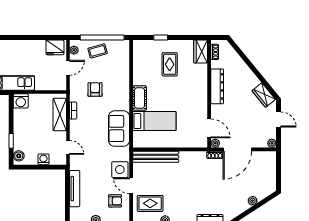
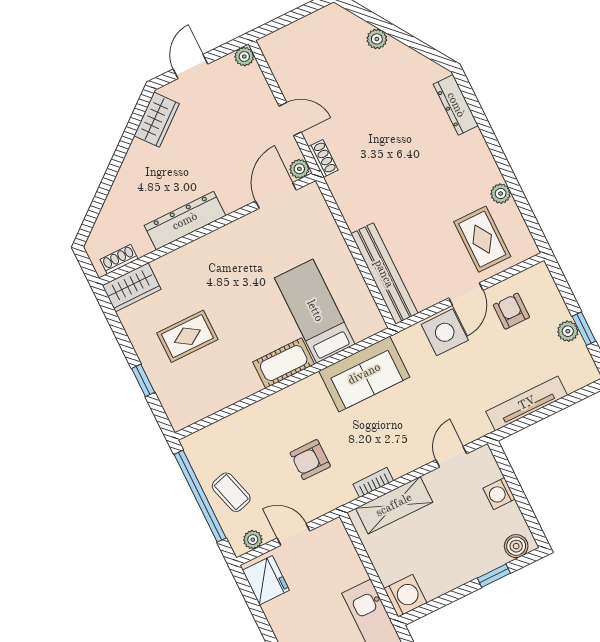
door: (237, 149) -> (290, 119), width x0.53

